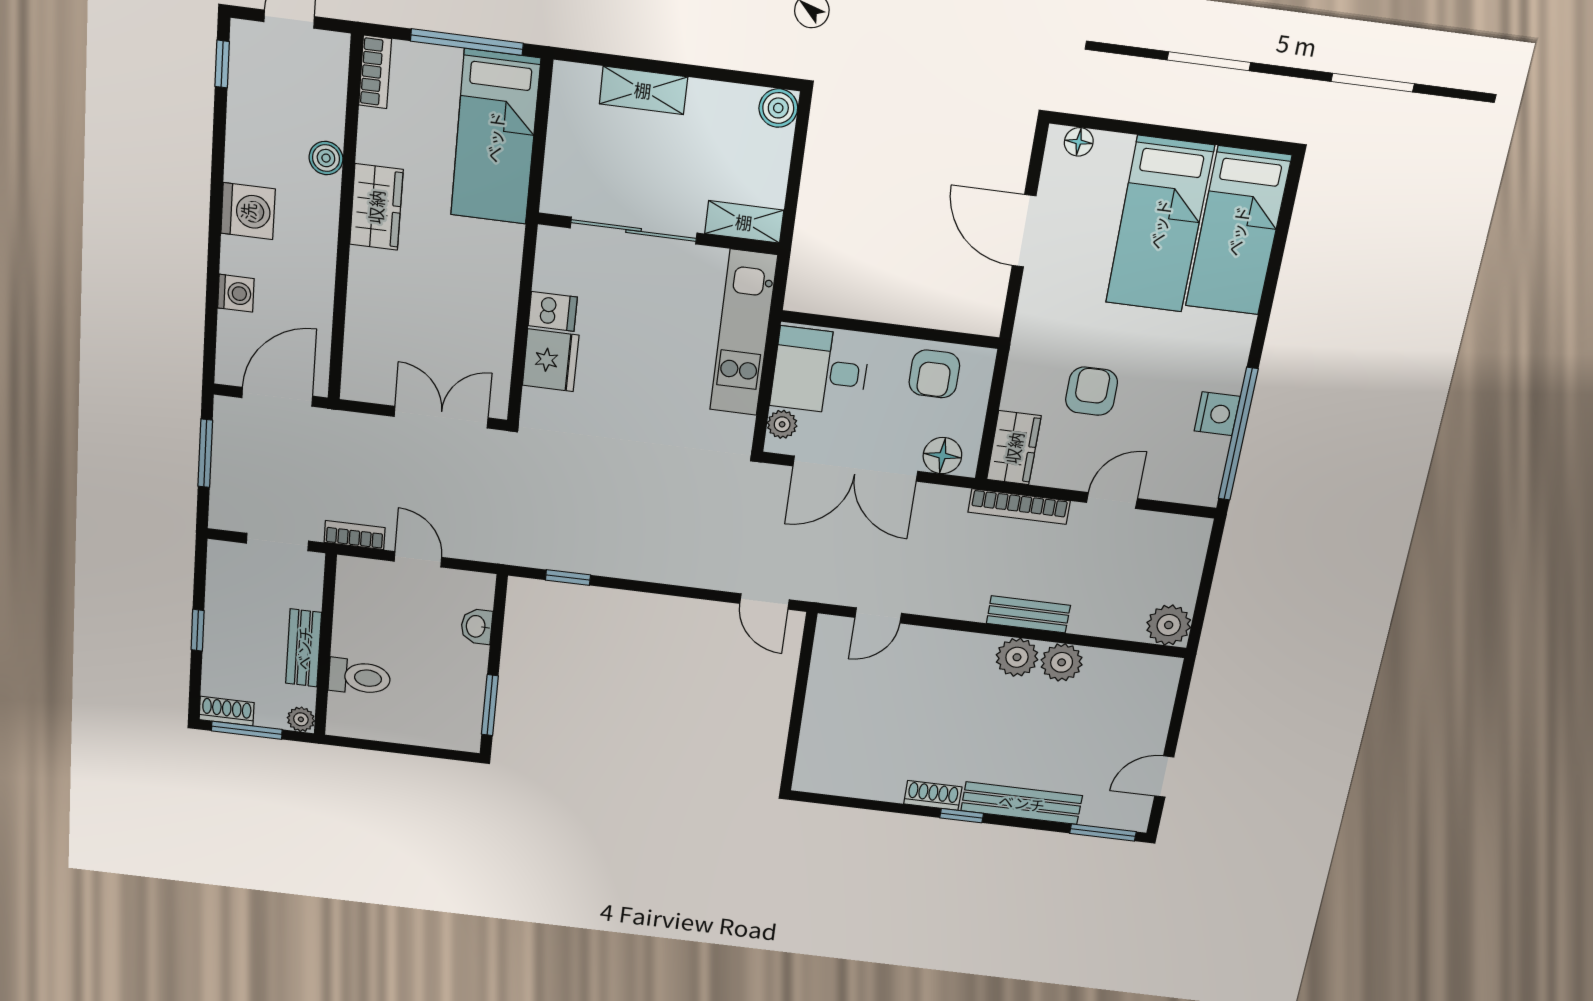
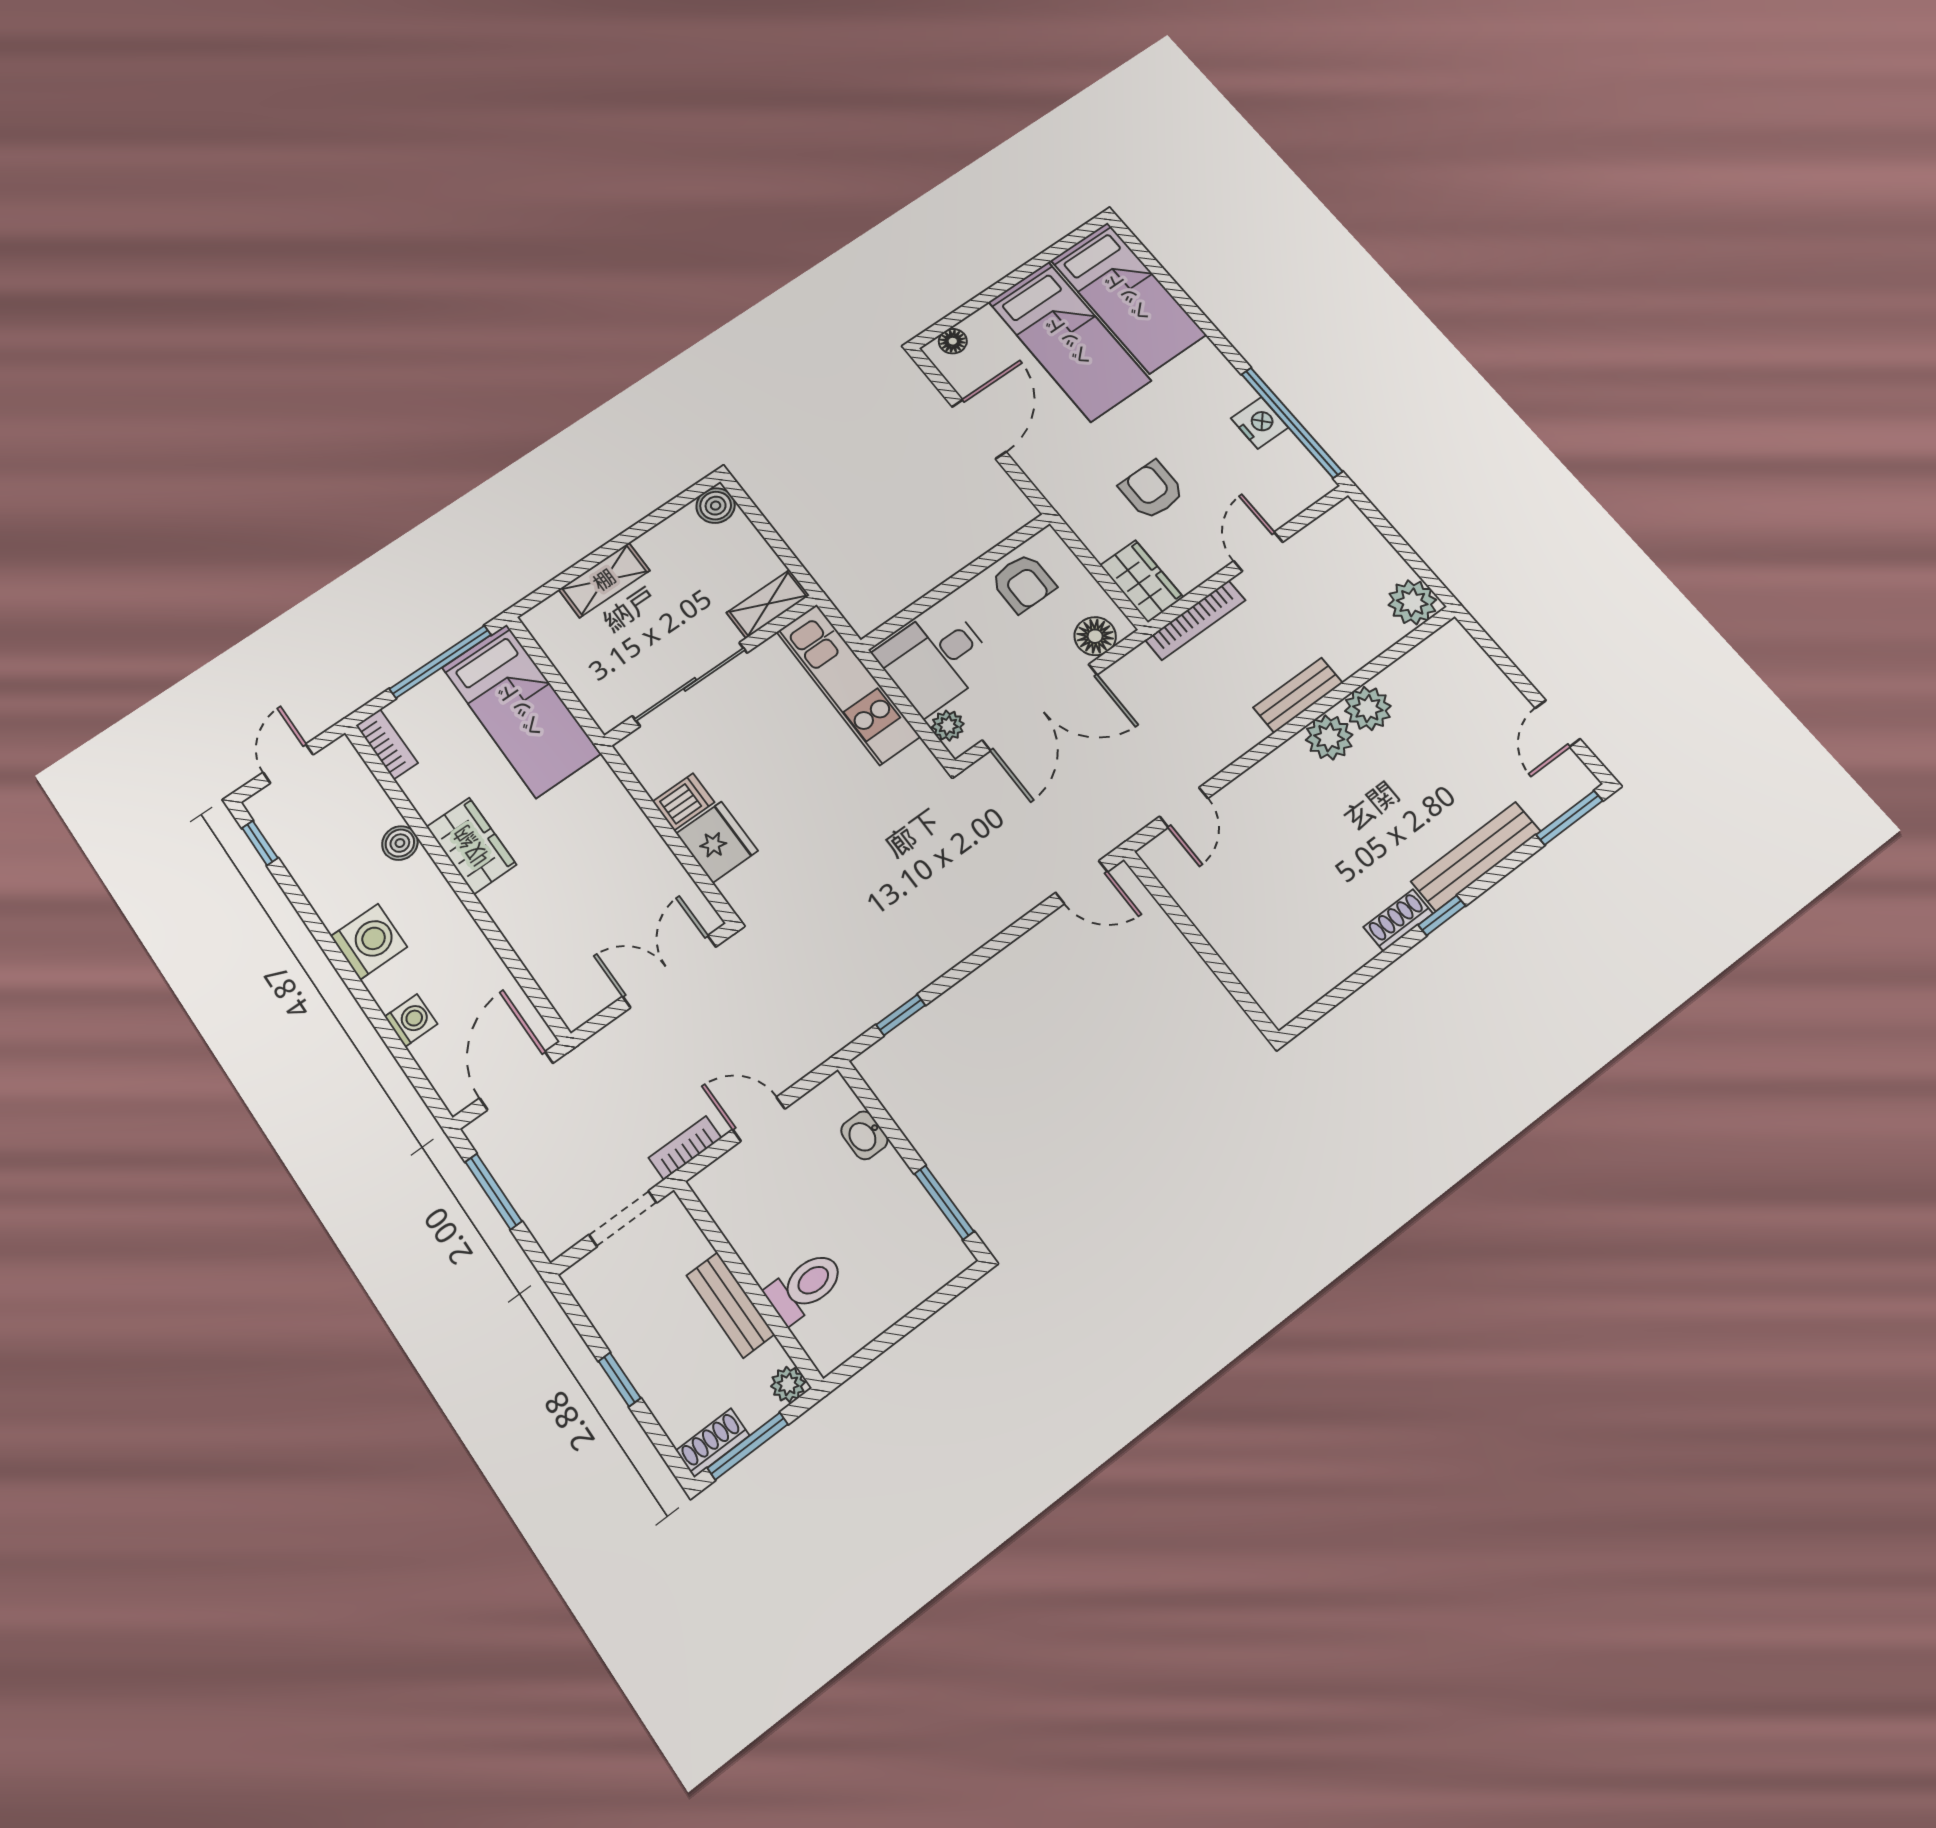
door: (1024, 231) -> (979, 429), swing flipped

